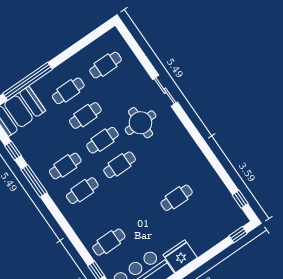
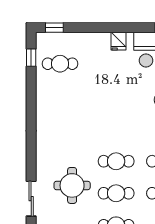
cafe table: (177, 198) -> (60, 64), moved
fridge: (180, 256) -> (119, 41), width x0.53, depth x0.75

